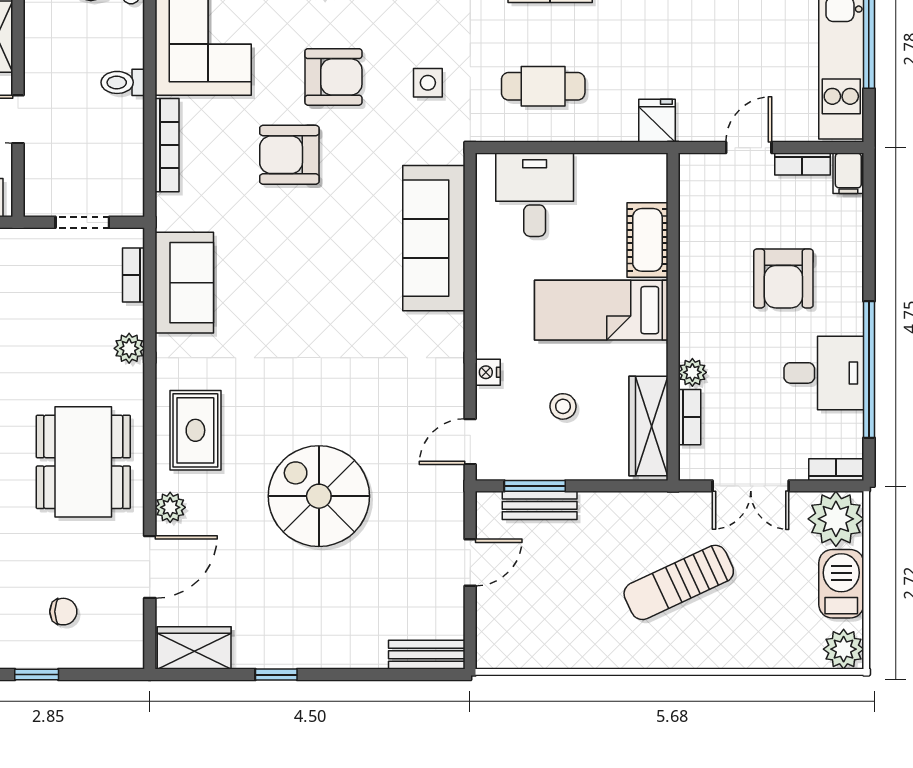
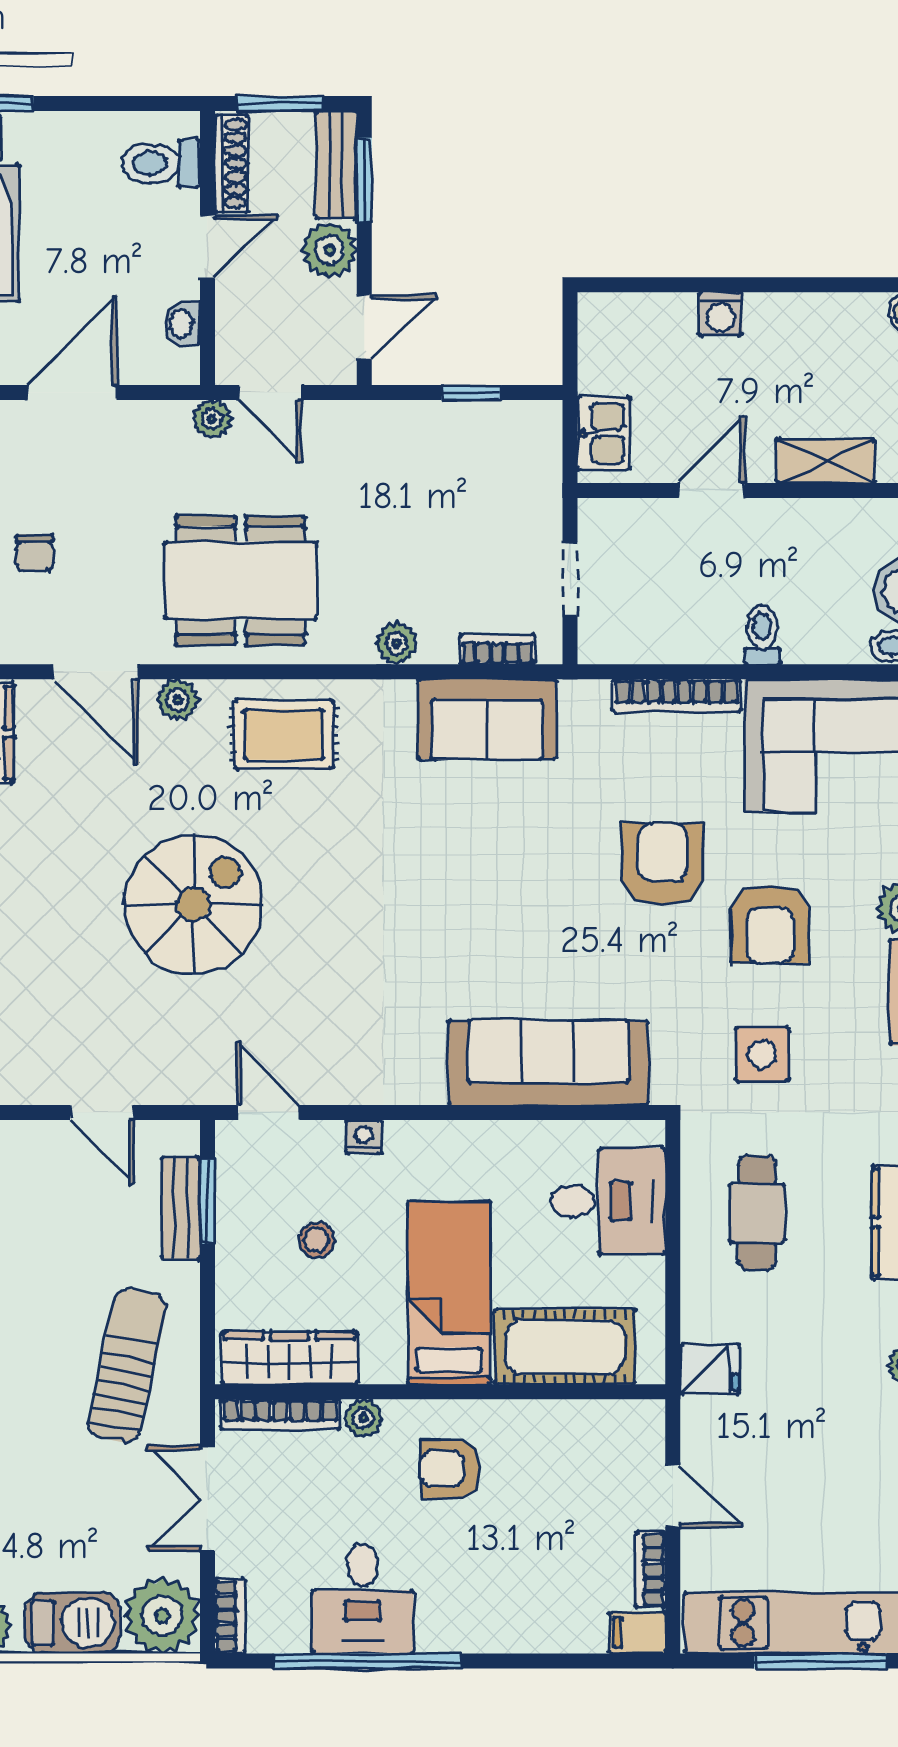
side table: (428, 83) -> (762, 1054), width x1.37, depth x1.37
cot: (647, 240) -> (565, 1347), width x1.37, depth x1.34
armchair: (783, 278) -> (450, 1469), moved, width x0.72, depth x0.72
bookcase: (690, 417) -> (280, 1414), width x1.56
sun lounger: (679, 582) -> (127, 1366), moved, turned 37

